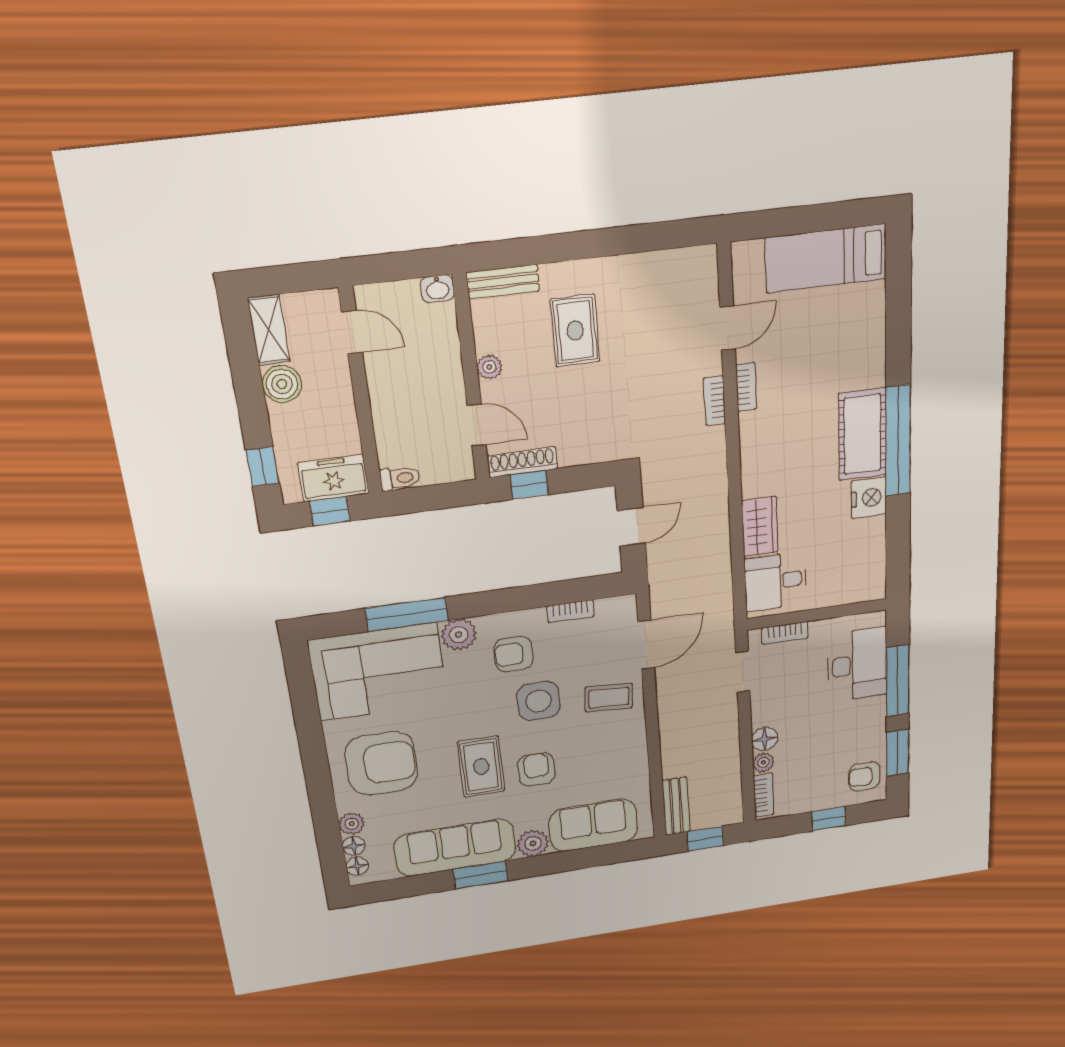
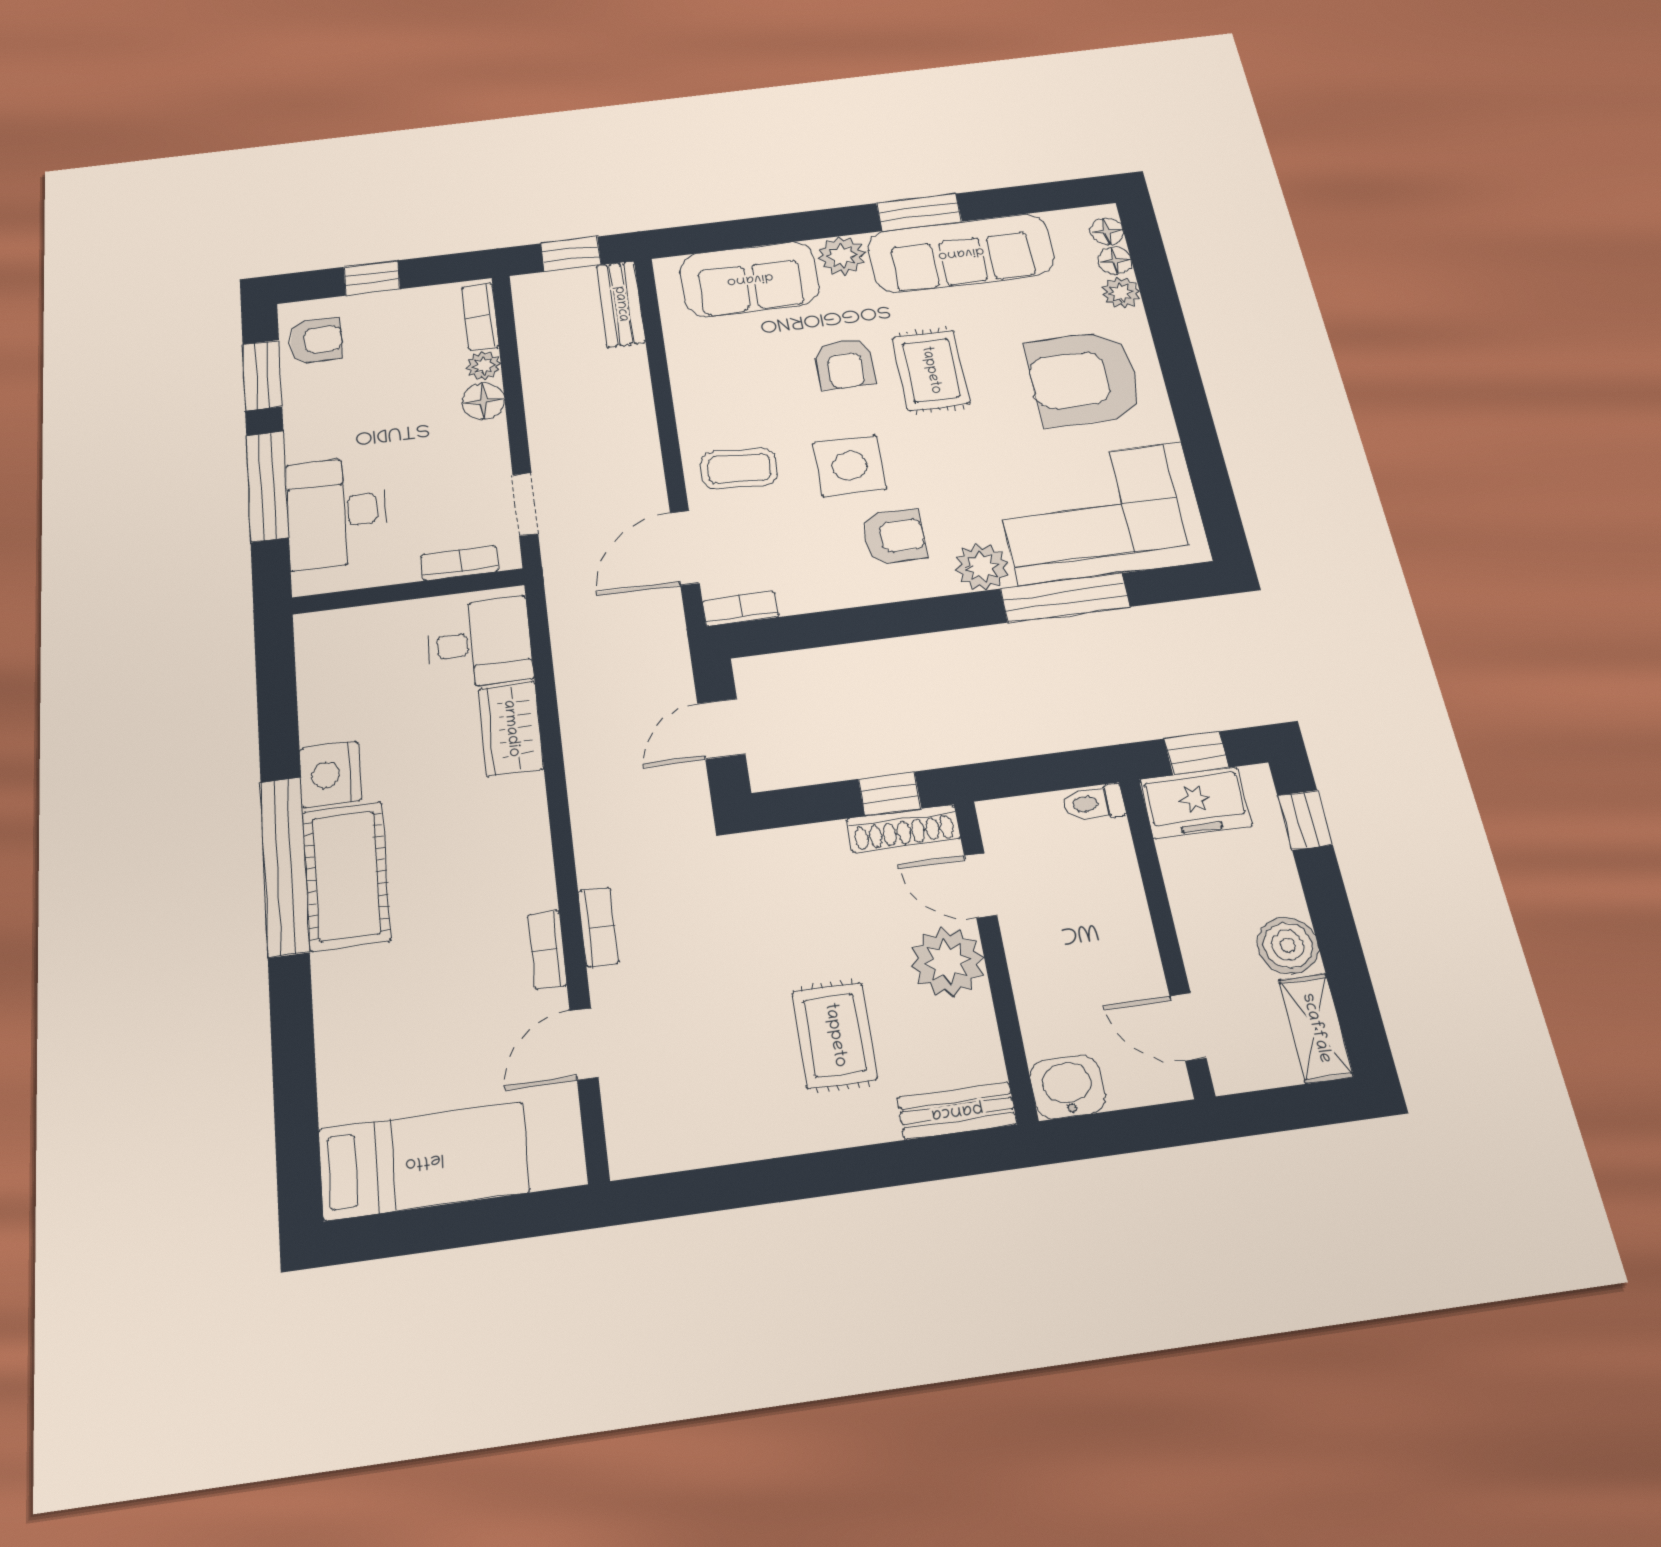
washbasin: (438, 289) -> (1068, 1087), width x1.38, depth x1.45
plant: (489, 367) -> (947, 962), width x1.87, depth x1.87
bookcase: (570, 611) -> (741, 609), moved

